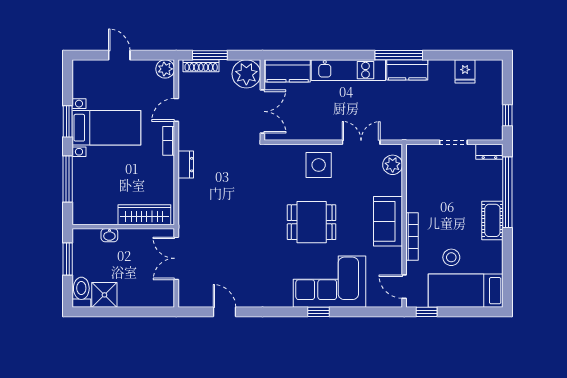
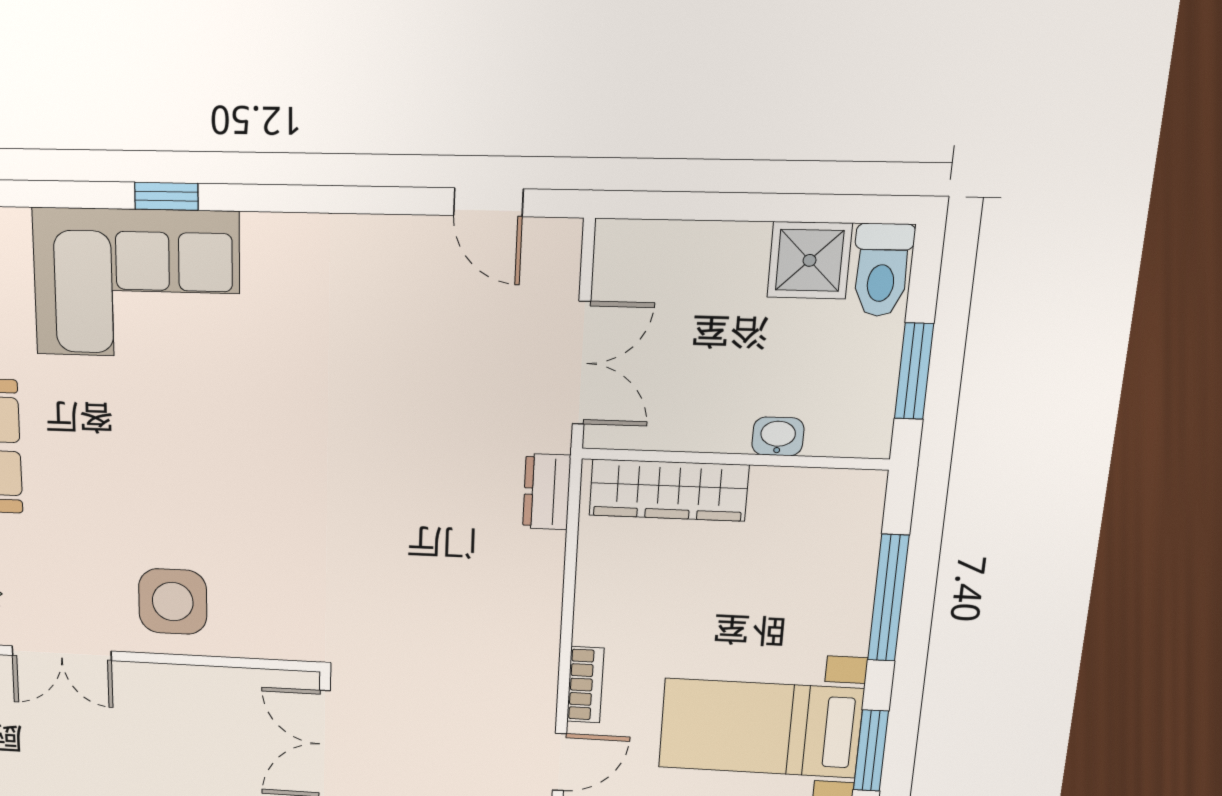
dresser: (186, 165) -> (547, 492), moved
dining table: (312, 222) -> (190, 451), removed
door: (224, 312) -> (488, 202), moved

